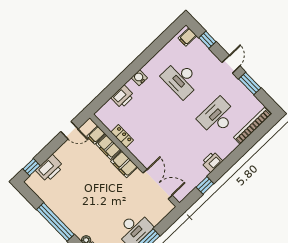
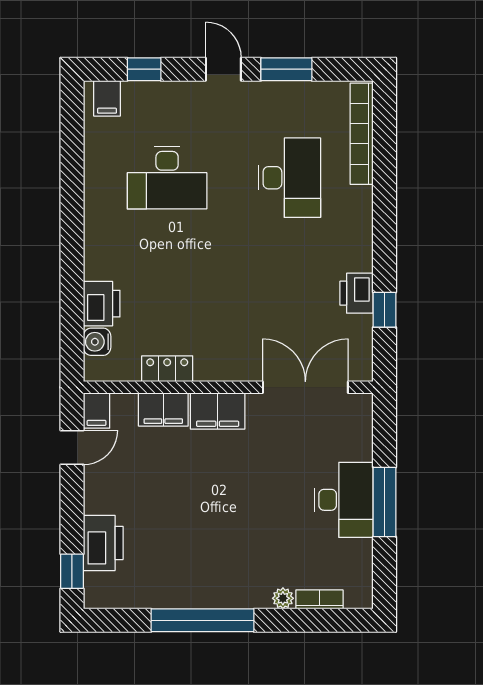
water cooler: (139, 78) -> (97, 342), moved
desk: (217, 117) -> (289, 178), turned 180
filing cabinet: (96, 135) -> (97, 411), moved
printer: (212, 162) -> (356, 293), moved

